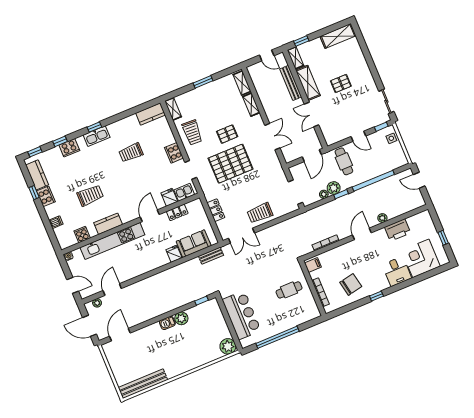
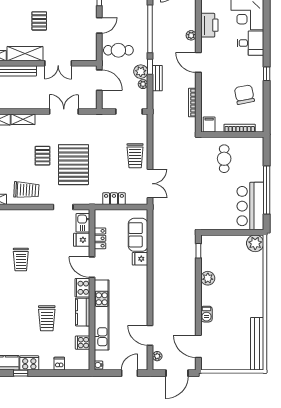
cooker: (174, 153) -> (82, 288), moved, turned 90
trolley: (90, 195) -> (47, 318), turned 180
bench: (211, 256) -> (157, 78), moved
bar counter: (242, 315) -> (250, 206), moved, turned -90
barbecue: (167, 323) -> (206, 314), moved

